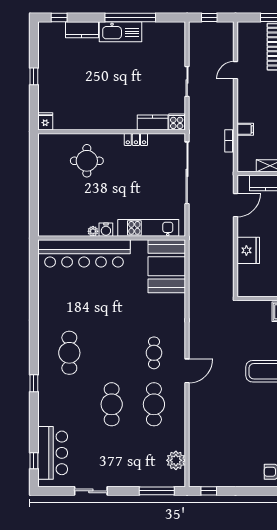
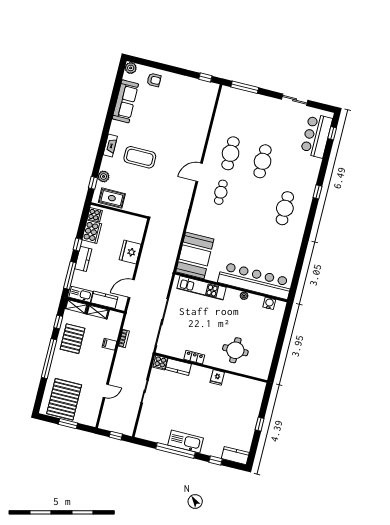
window: (59, 18) -> (216, 460), moved
kitchen counter: (82, 30) -> (235, 456), moved
fridge: (45, 121) -> (217, 377), moved
water cooler: (106, 230) -> (269, 303), moved
plant: (176, 460) -> (225, 107), removed

